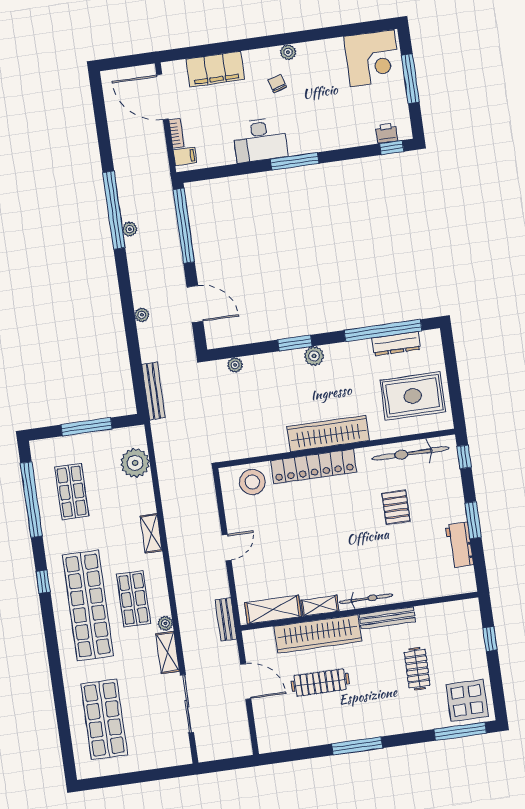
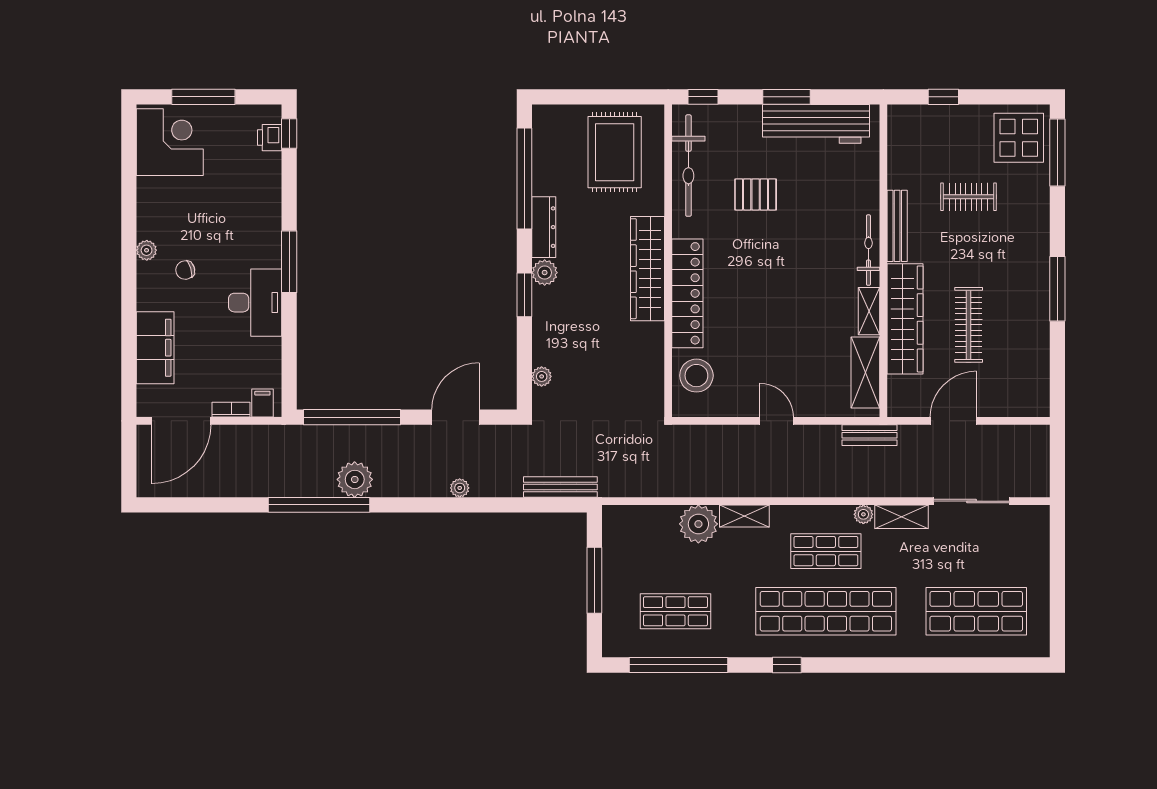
plant: (130, 229) -> (355, 479), width x1.87, depth x1.87
dresser: (396, 344) -> (544, 227), moved
plant: (135, 463) -> (698, 524), moved
workbench: (459, 545) -> (816, 124), width x1.88, depth x1.32

